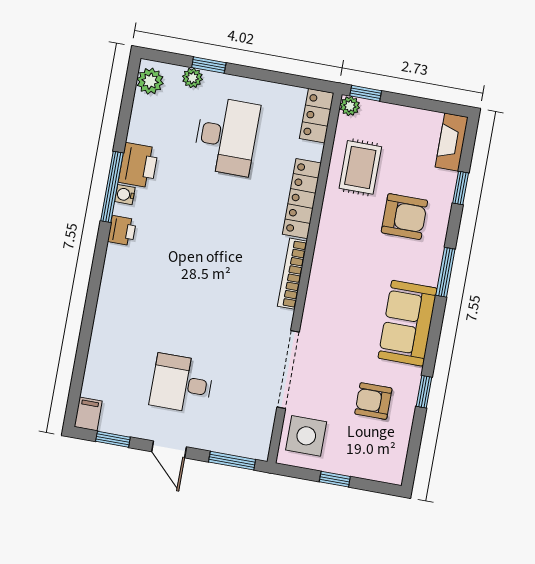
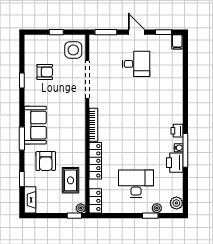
desk: (226, 136) -> (136, 184), turned 90
armchair: (404, 217) -> (46, 161), turned -90
sofa: (408, 323) -> (35, 125), moved

